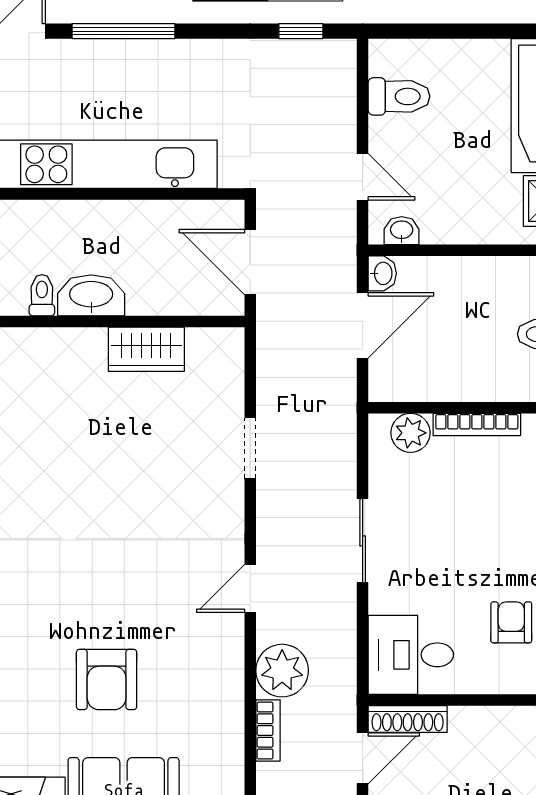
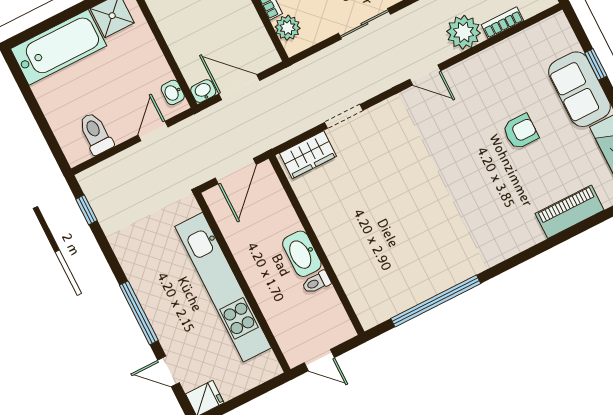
wardrobe: (146, 349) -> (308, 155), moved, turned 90
armchair: (107, 679) -> (520, 132), width x0.72, depth x0.72

